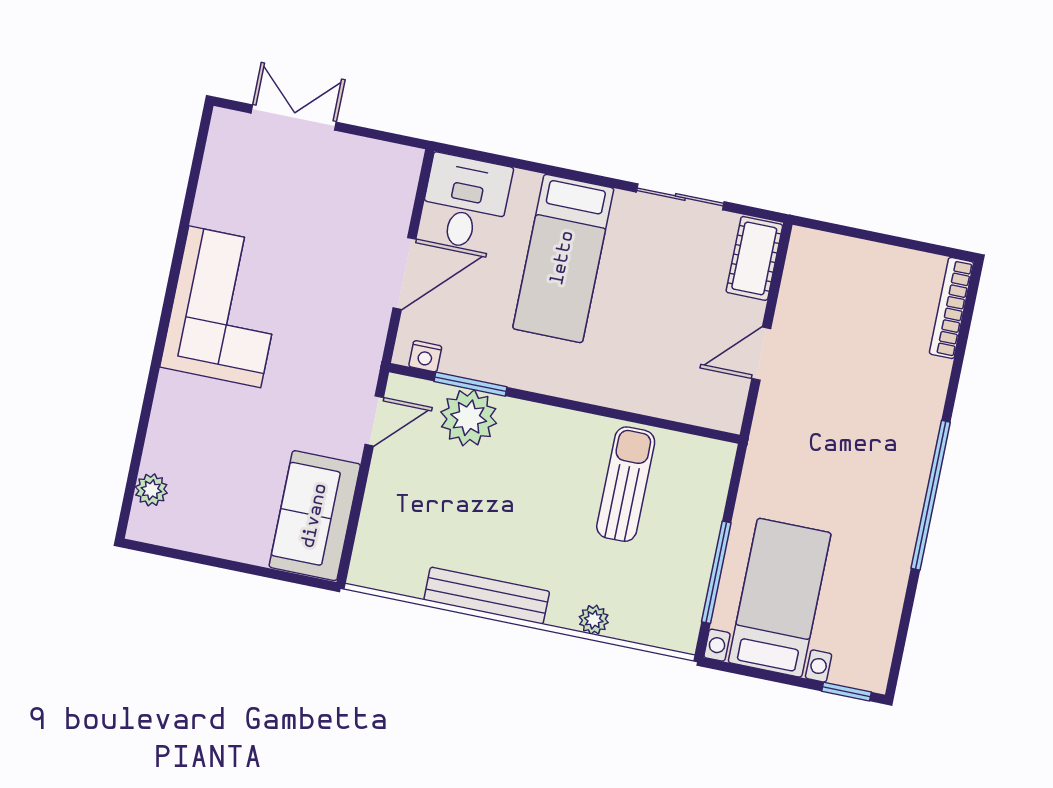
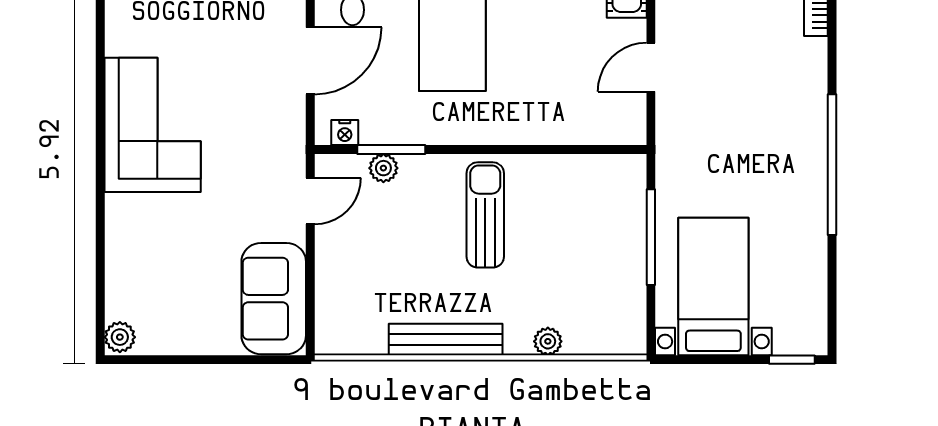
plant: (469, 418) -> (383, 168), width x0.53, depth x0.53
sun lounger: (626, 484) -> (485, 215), moved
plant: (151, 490) -> (120, 337), moved
window: (716, 572) -> (651, 237), moved

